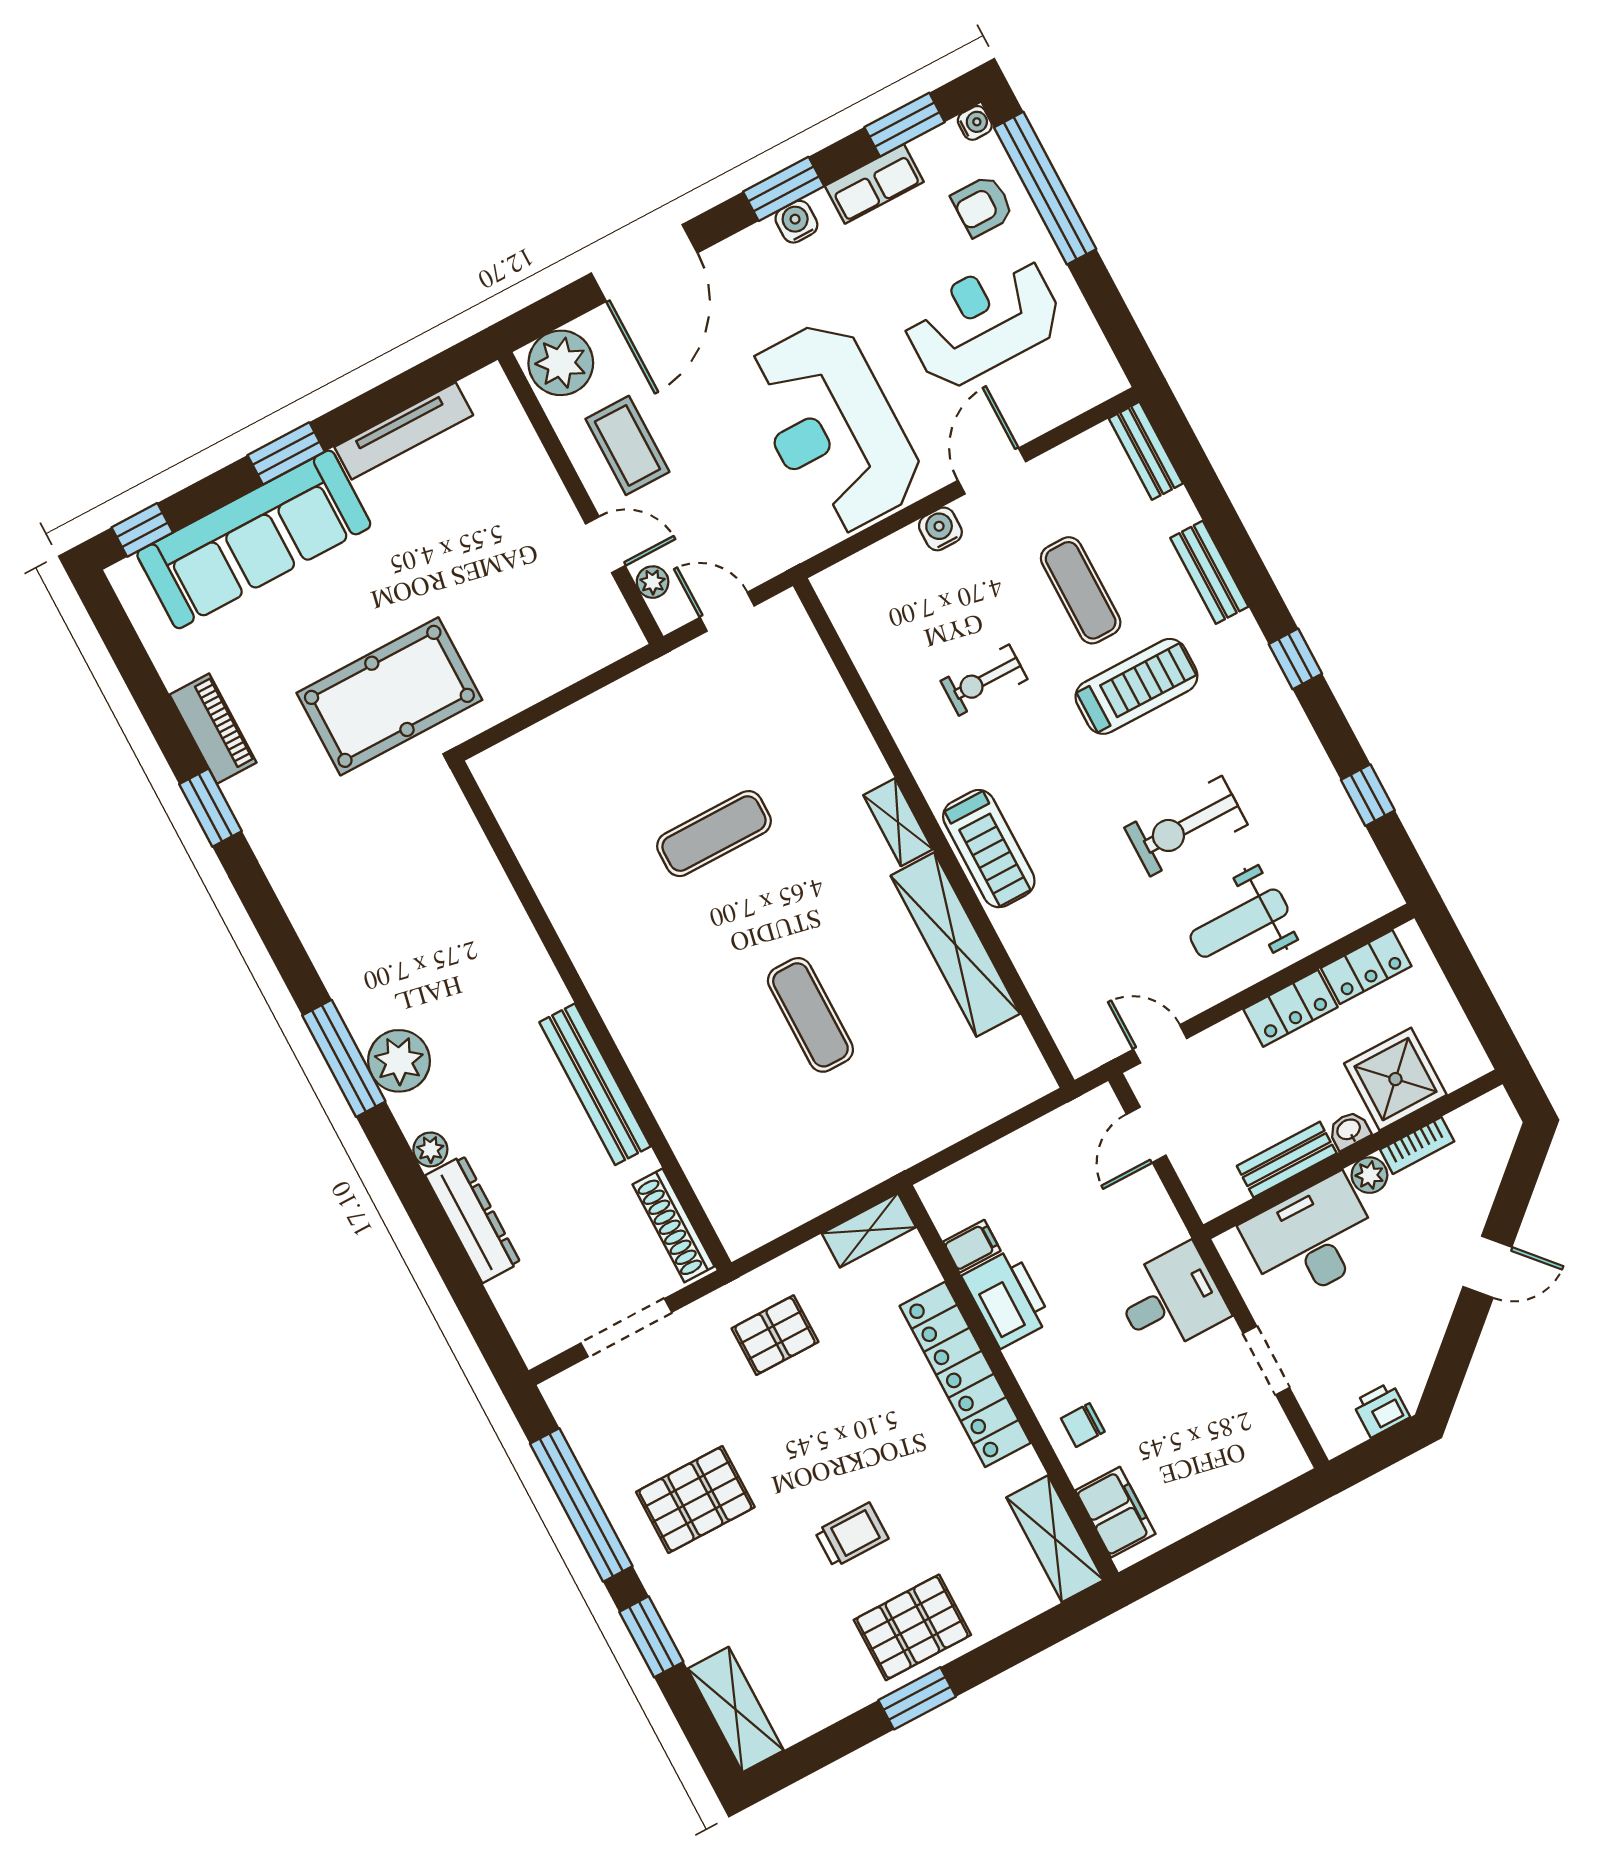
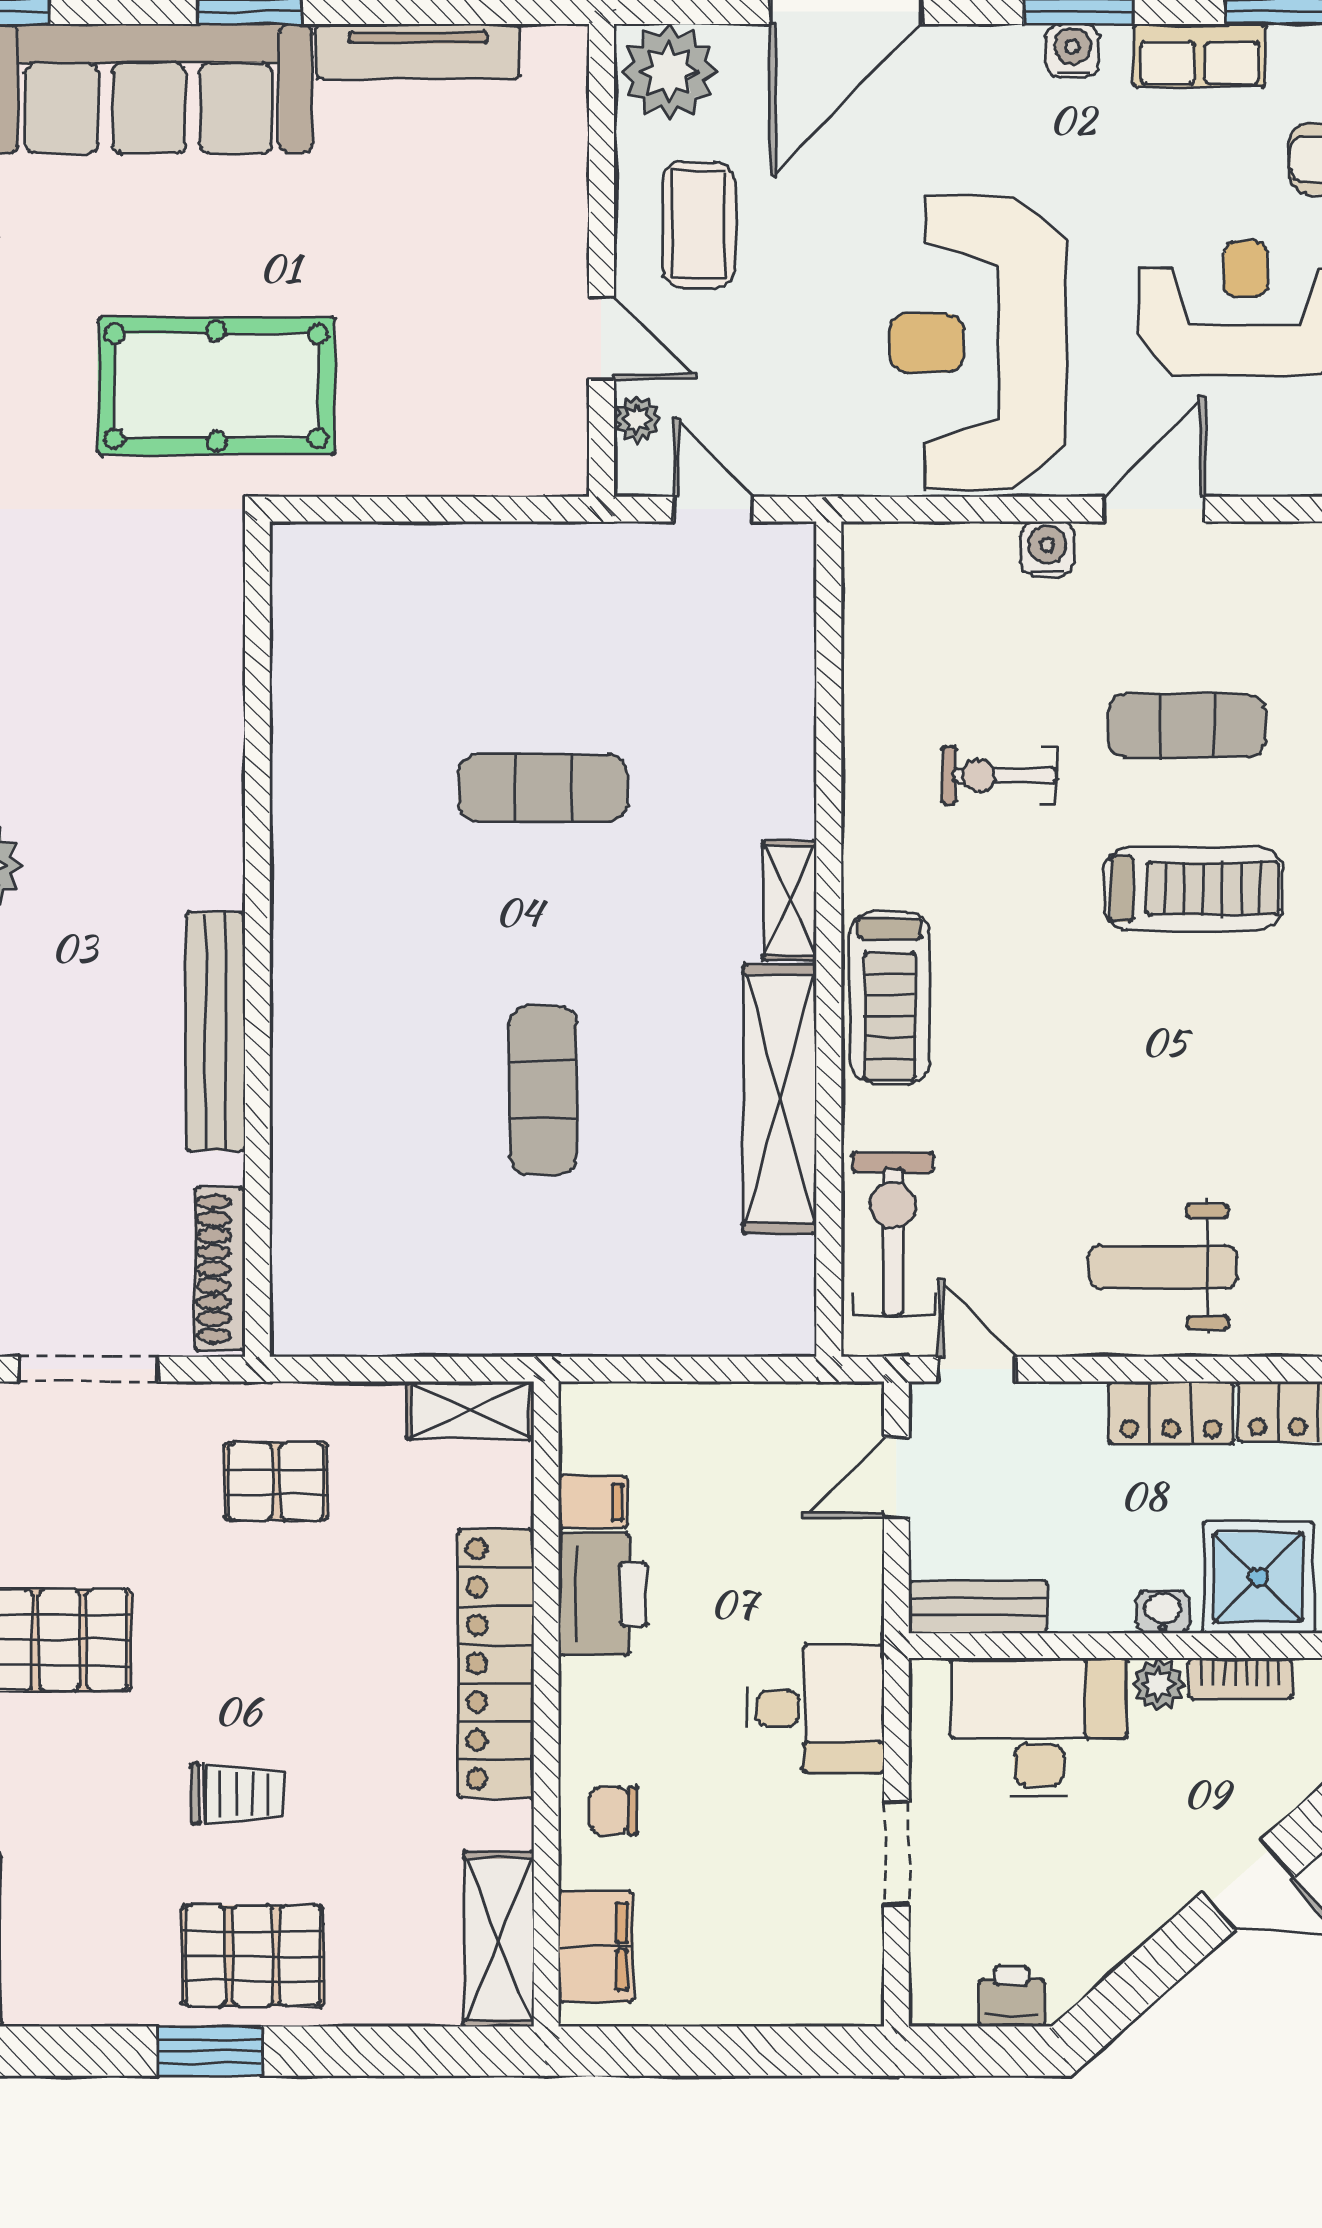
exercise mat: (1081, 590) -> (1187, 725), turned 90
exercise bike: (1186, 826) -> (893, 1234), moved, turned 90
bench: (1287, 1160) -> (978, 1607), moved

